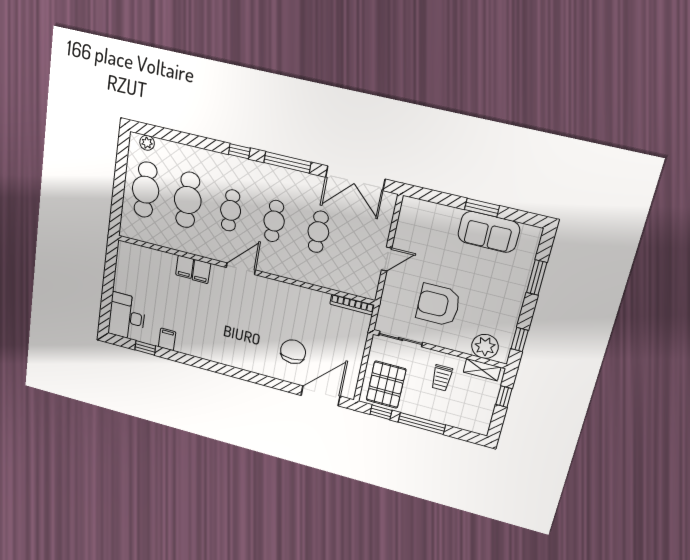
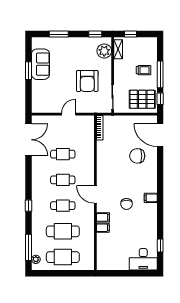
window: (287, 162) -> (29, 247), moved
door: (387, 259) -> (69, 114), hinge flipped
chair: (218, 314) -> (126, 204), added
filing cabinet: (167, 339) -> (151, 198), moved
trolley: (442, 378) -> (143, 70), moved

